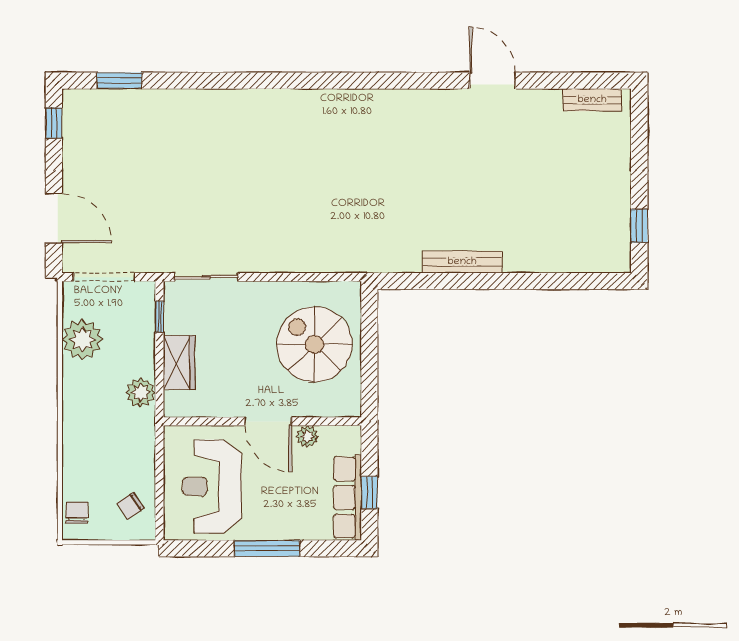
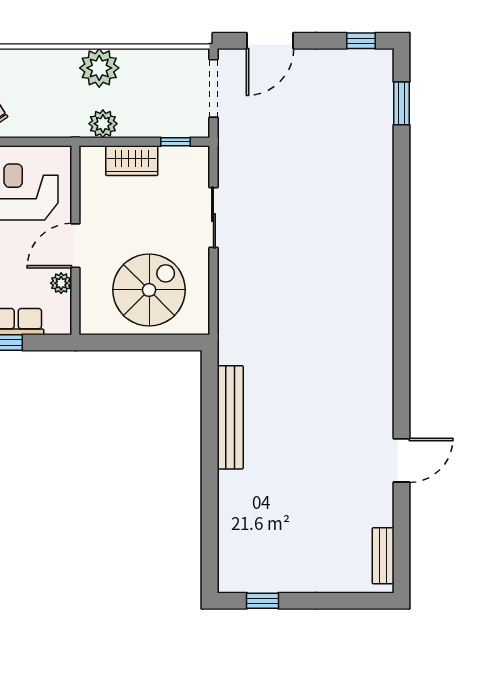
bench: (462, 262) -> (230, 417), width x1.37, depth x1.21
sliding door: (206, 277) -> (213, 217), moved
plant: (82, 340) -> (99, 68), moved

